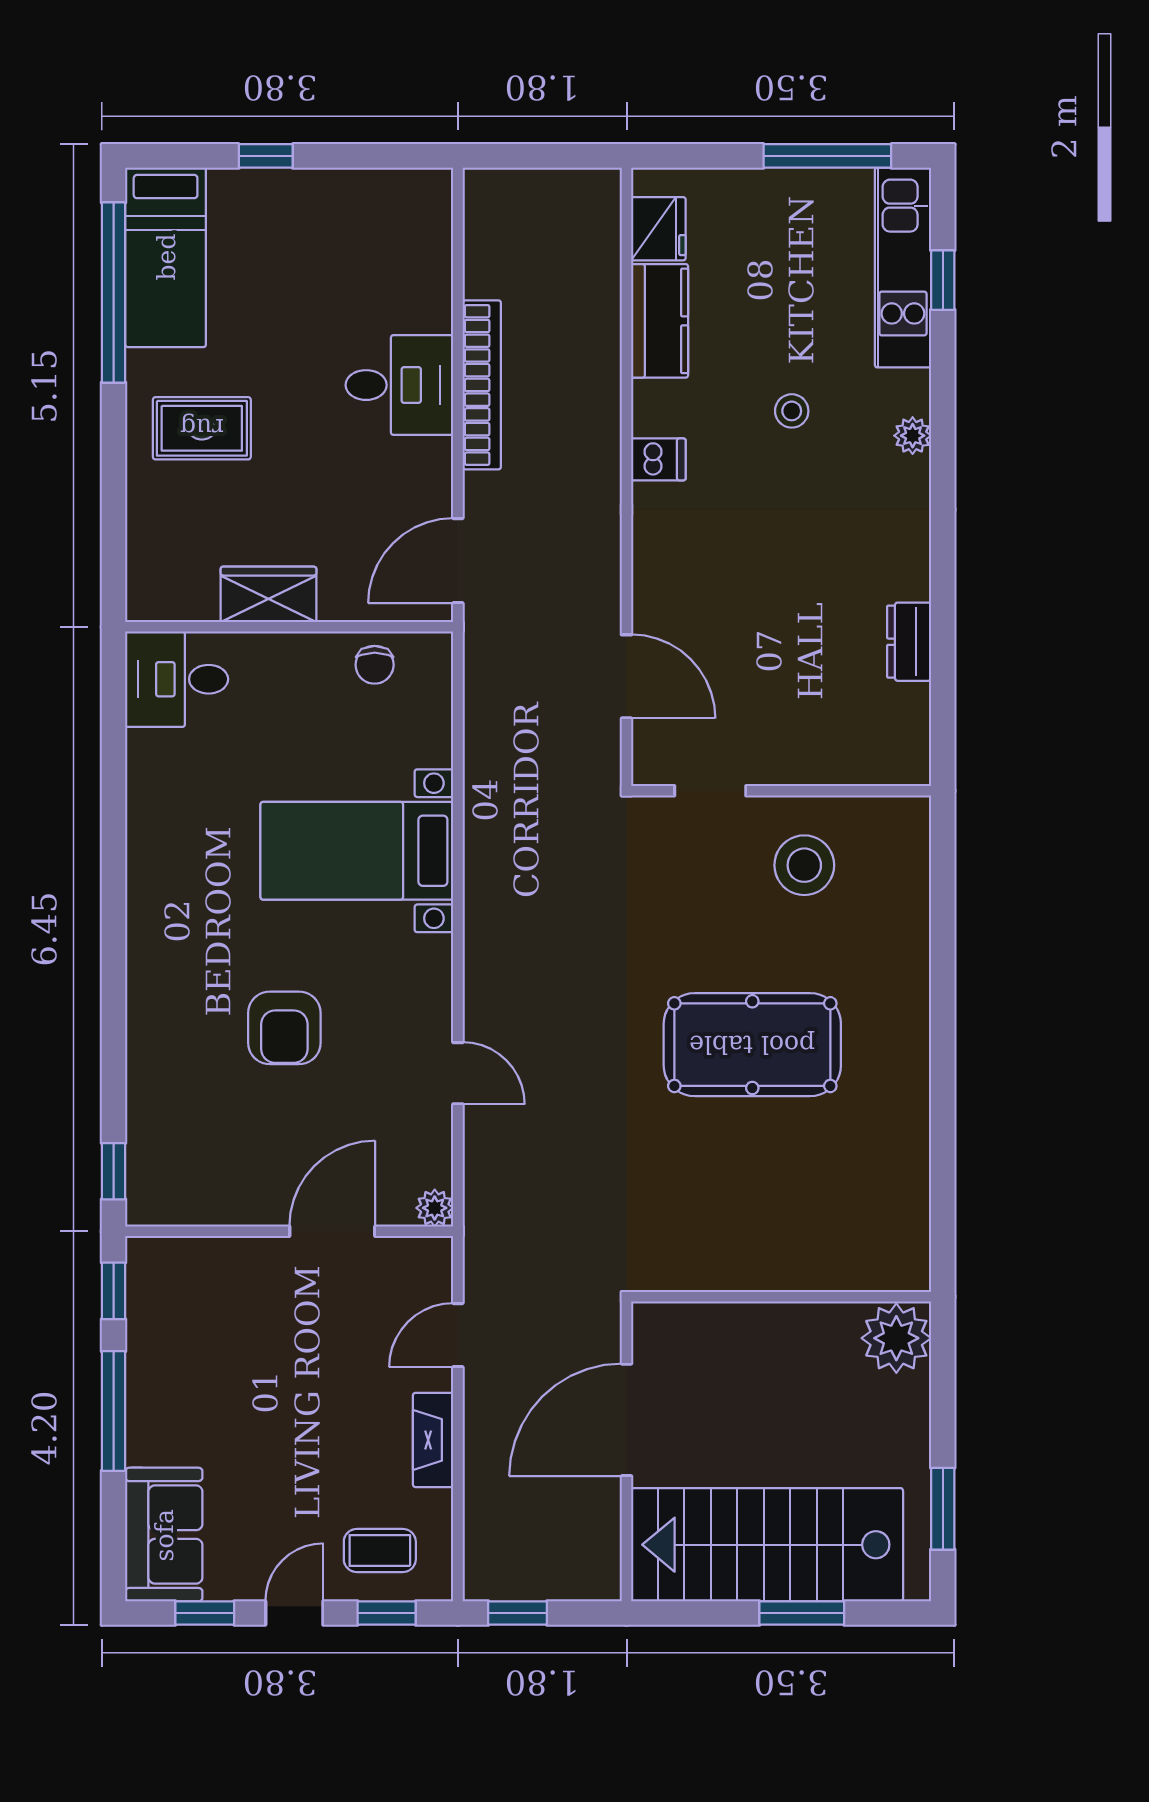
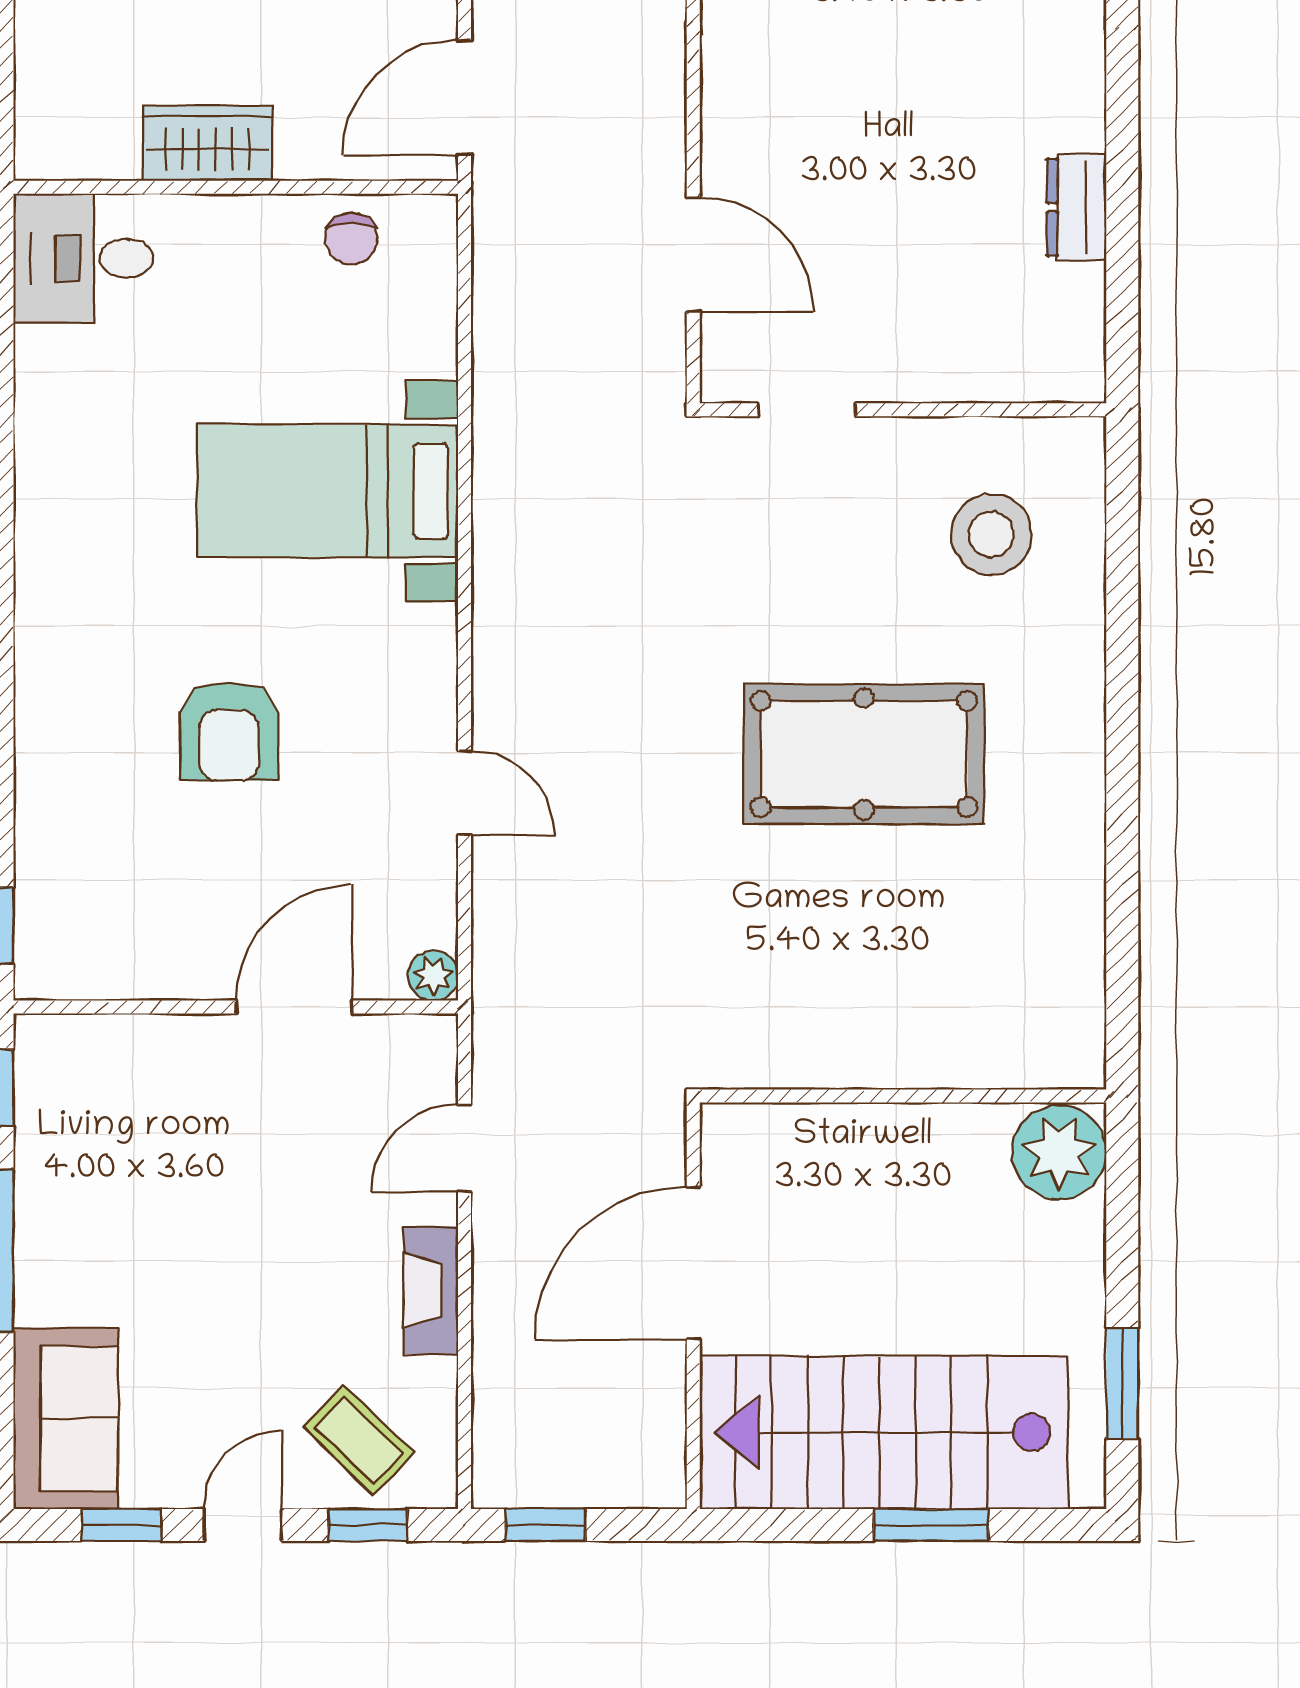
stool: (804, 865) -> (991, 534), moved
coffee table: (380, 1551) -> (359, 1440), turned 44

